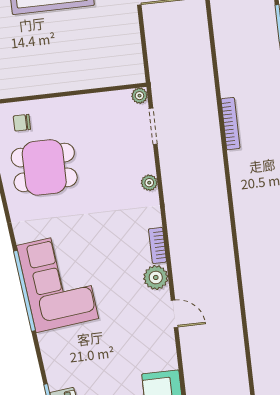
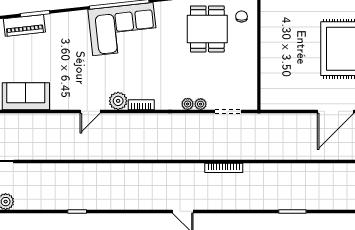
plant: (139, 96) -> (201, 104), moved

